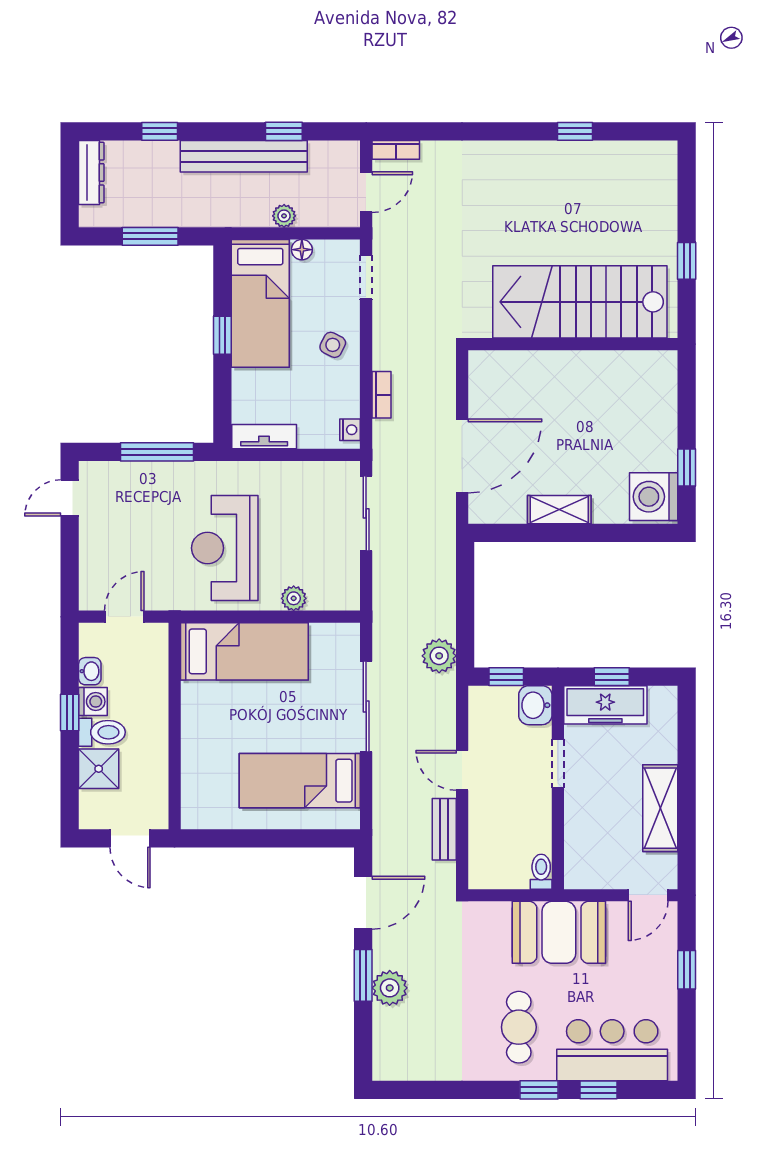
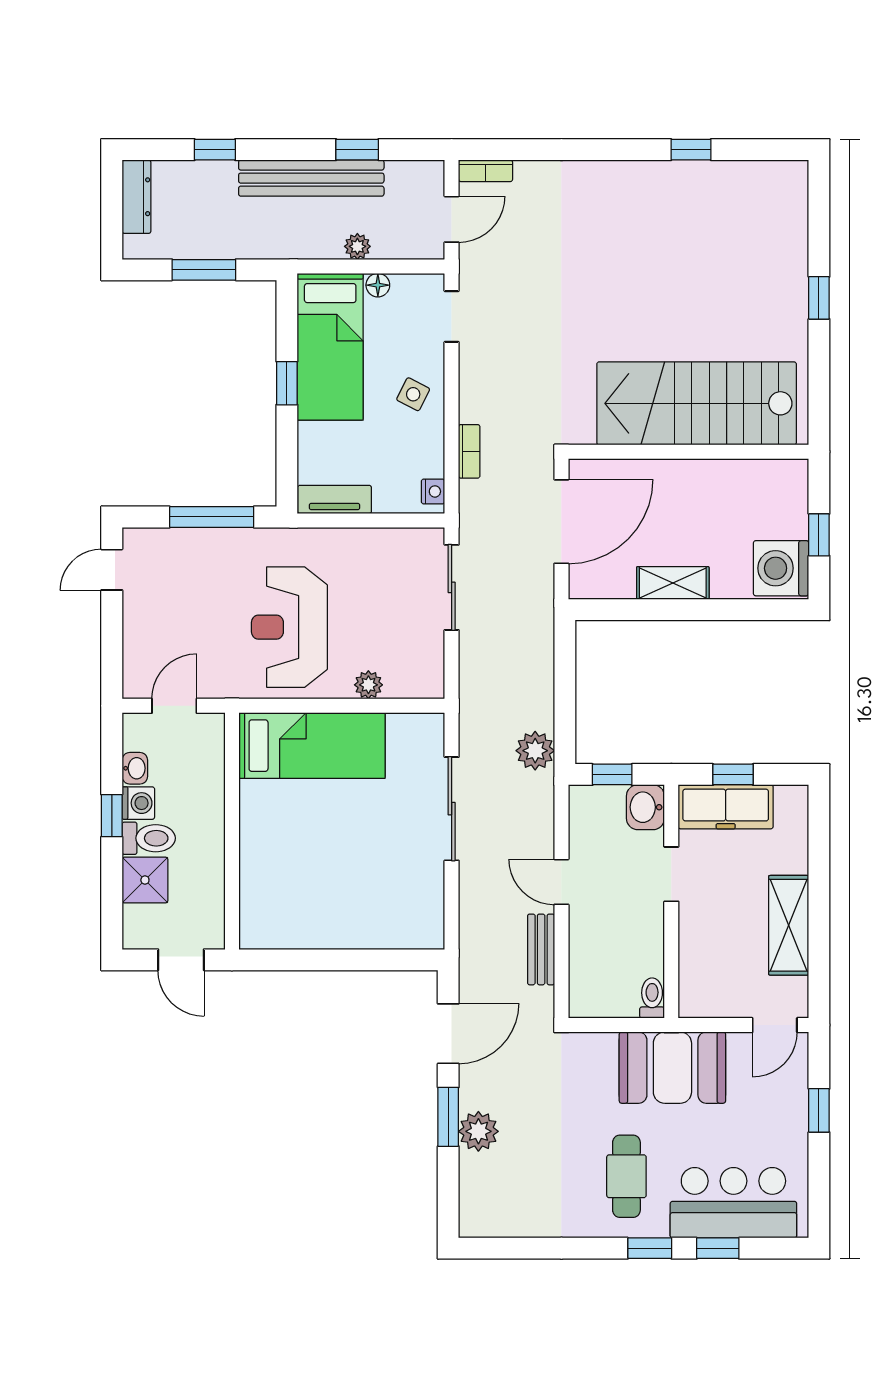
stairs: (580, 302) -> (697, 403), moved
wall: (573, 344) -> (688, 452), moved
bed: (300, 781) -> (375, 894), removed

